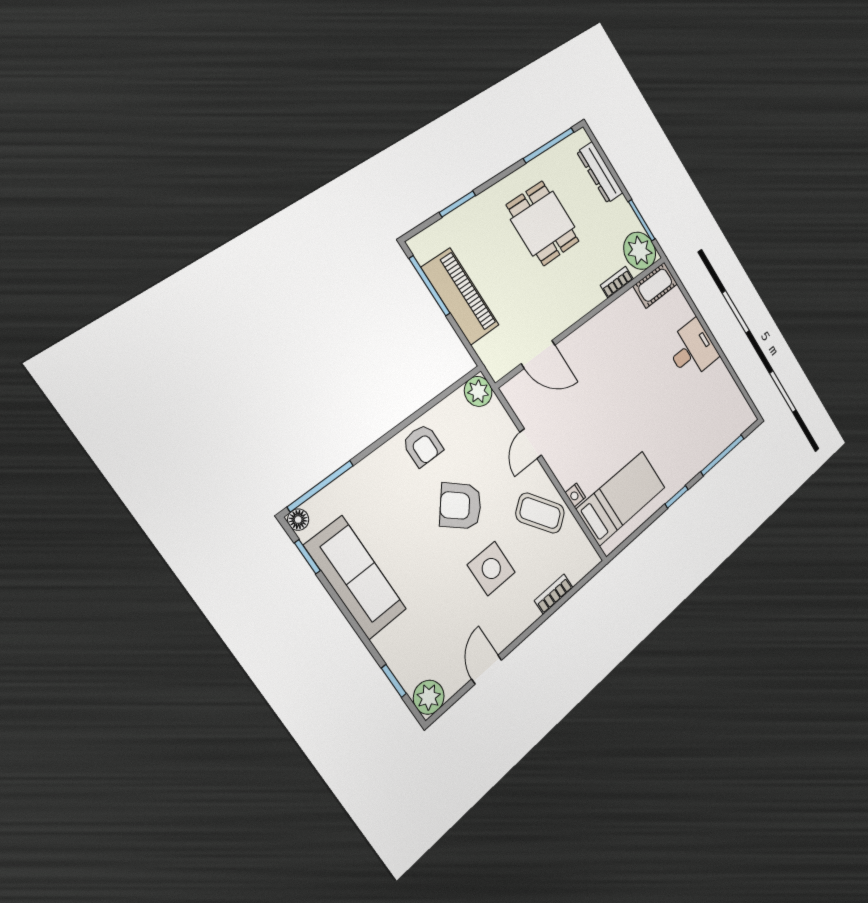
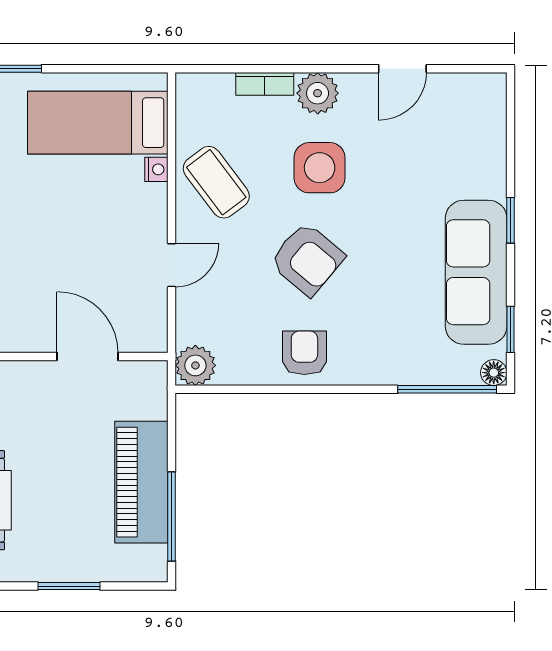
window: (394, 681) -> (510, 220), moved
plant: (429, 697) -> (318, 93), moved

